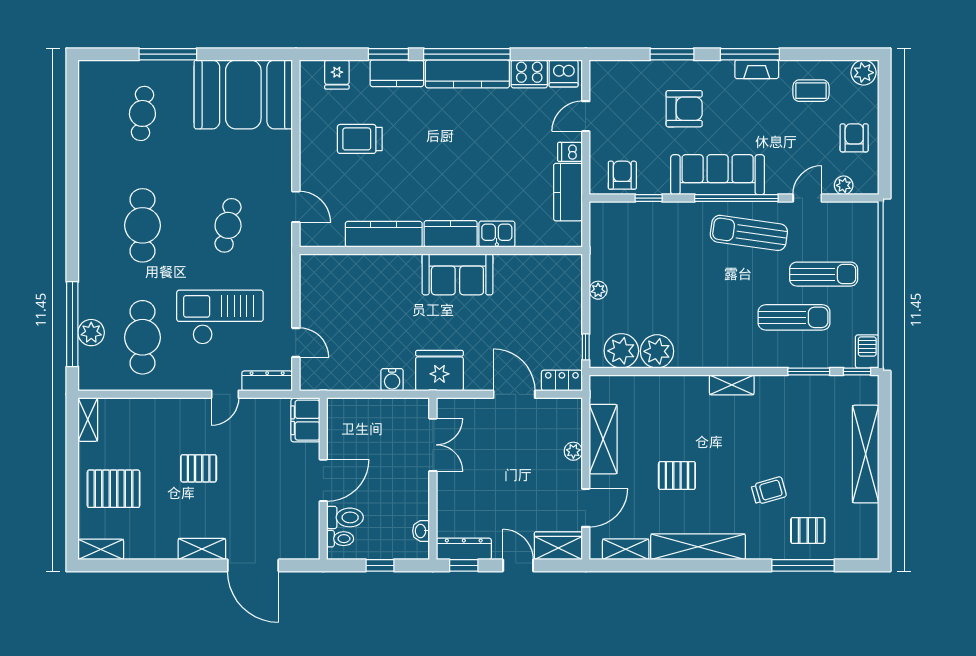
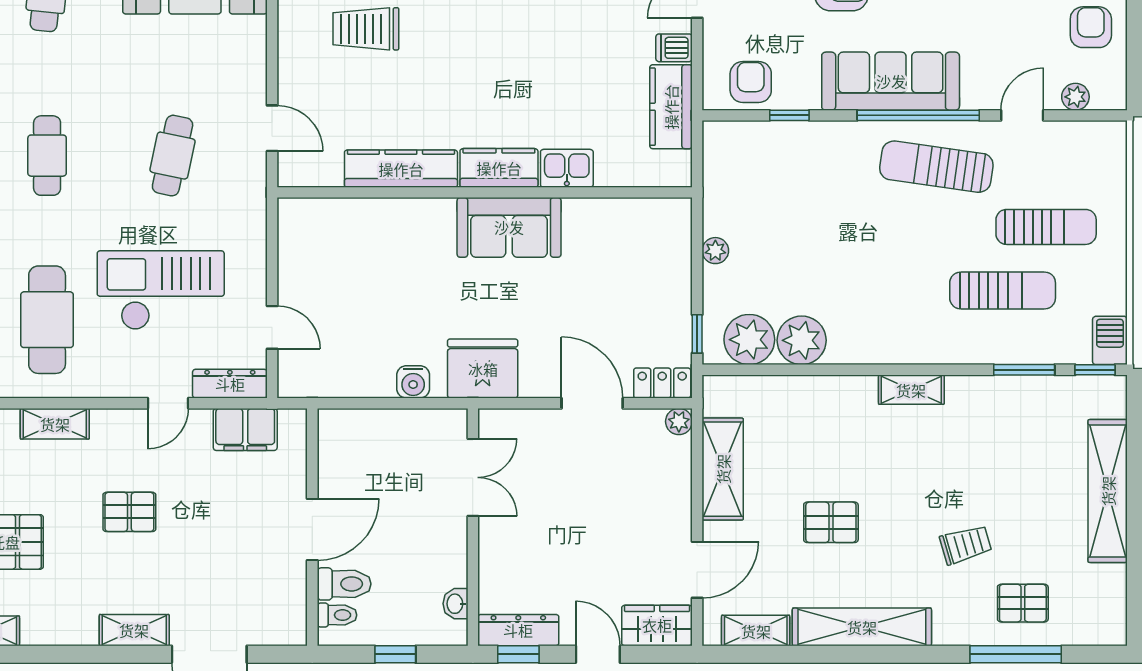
cafe table: (142, 225) -> (47, 156), width x0.73, depth x0.74
shelving: (148, 408) -> (55, 424), added
filing cabinet: (305, 420) -> (245, 429), moved, turned -90
plant: (573, 451) -> (679, 421), moved

